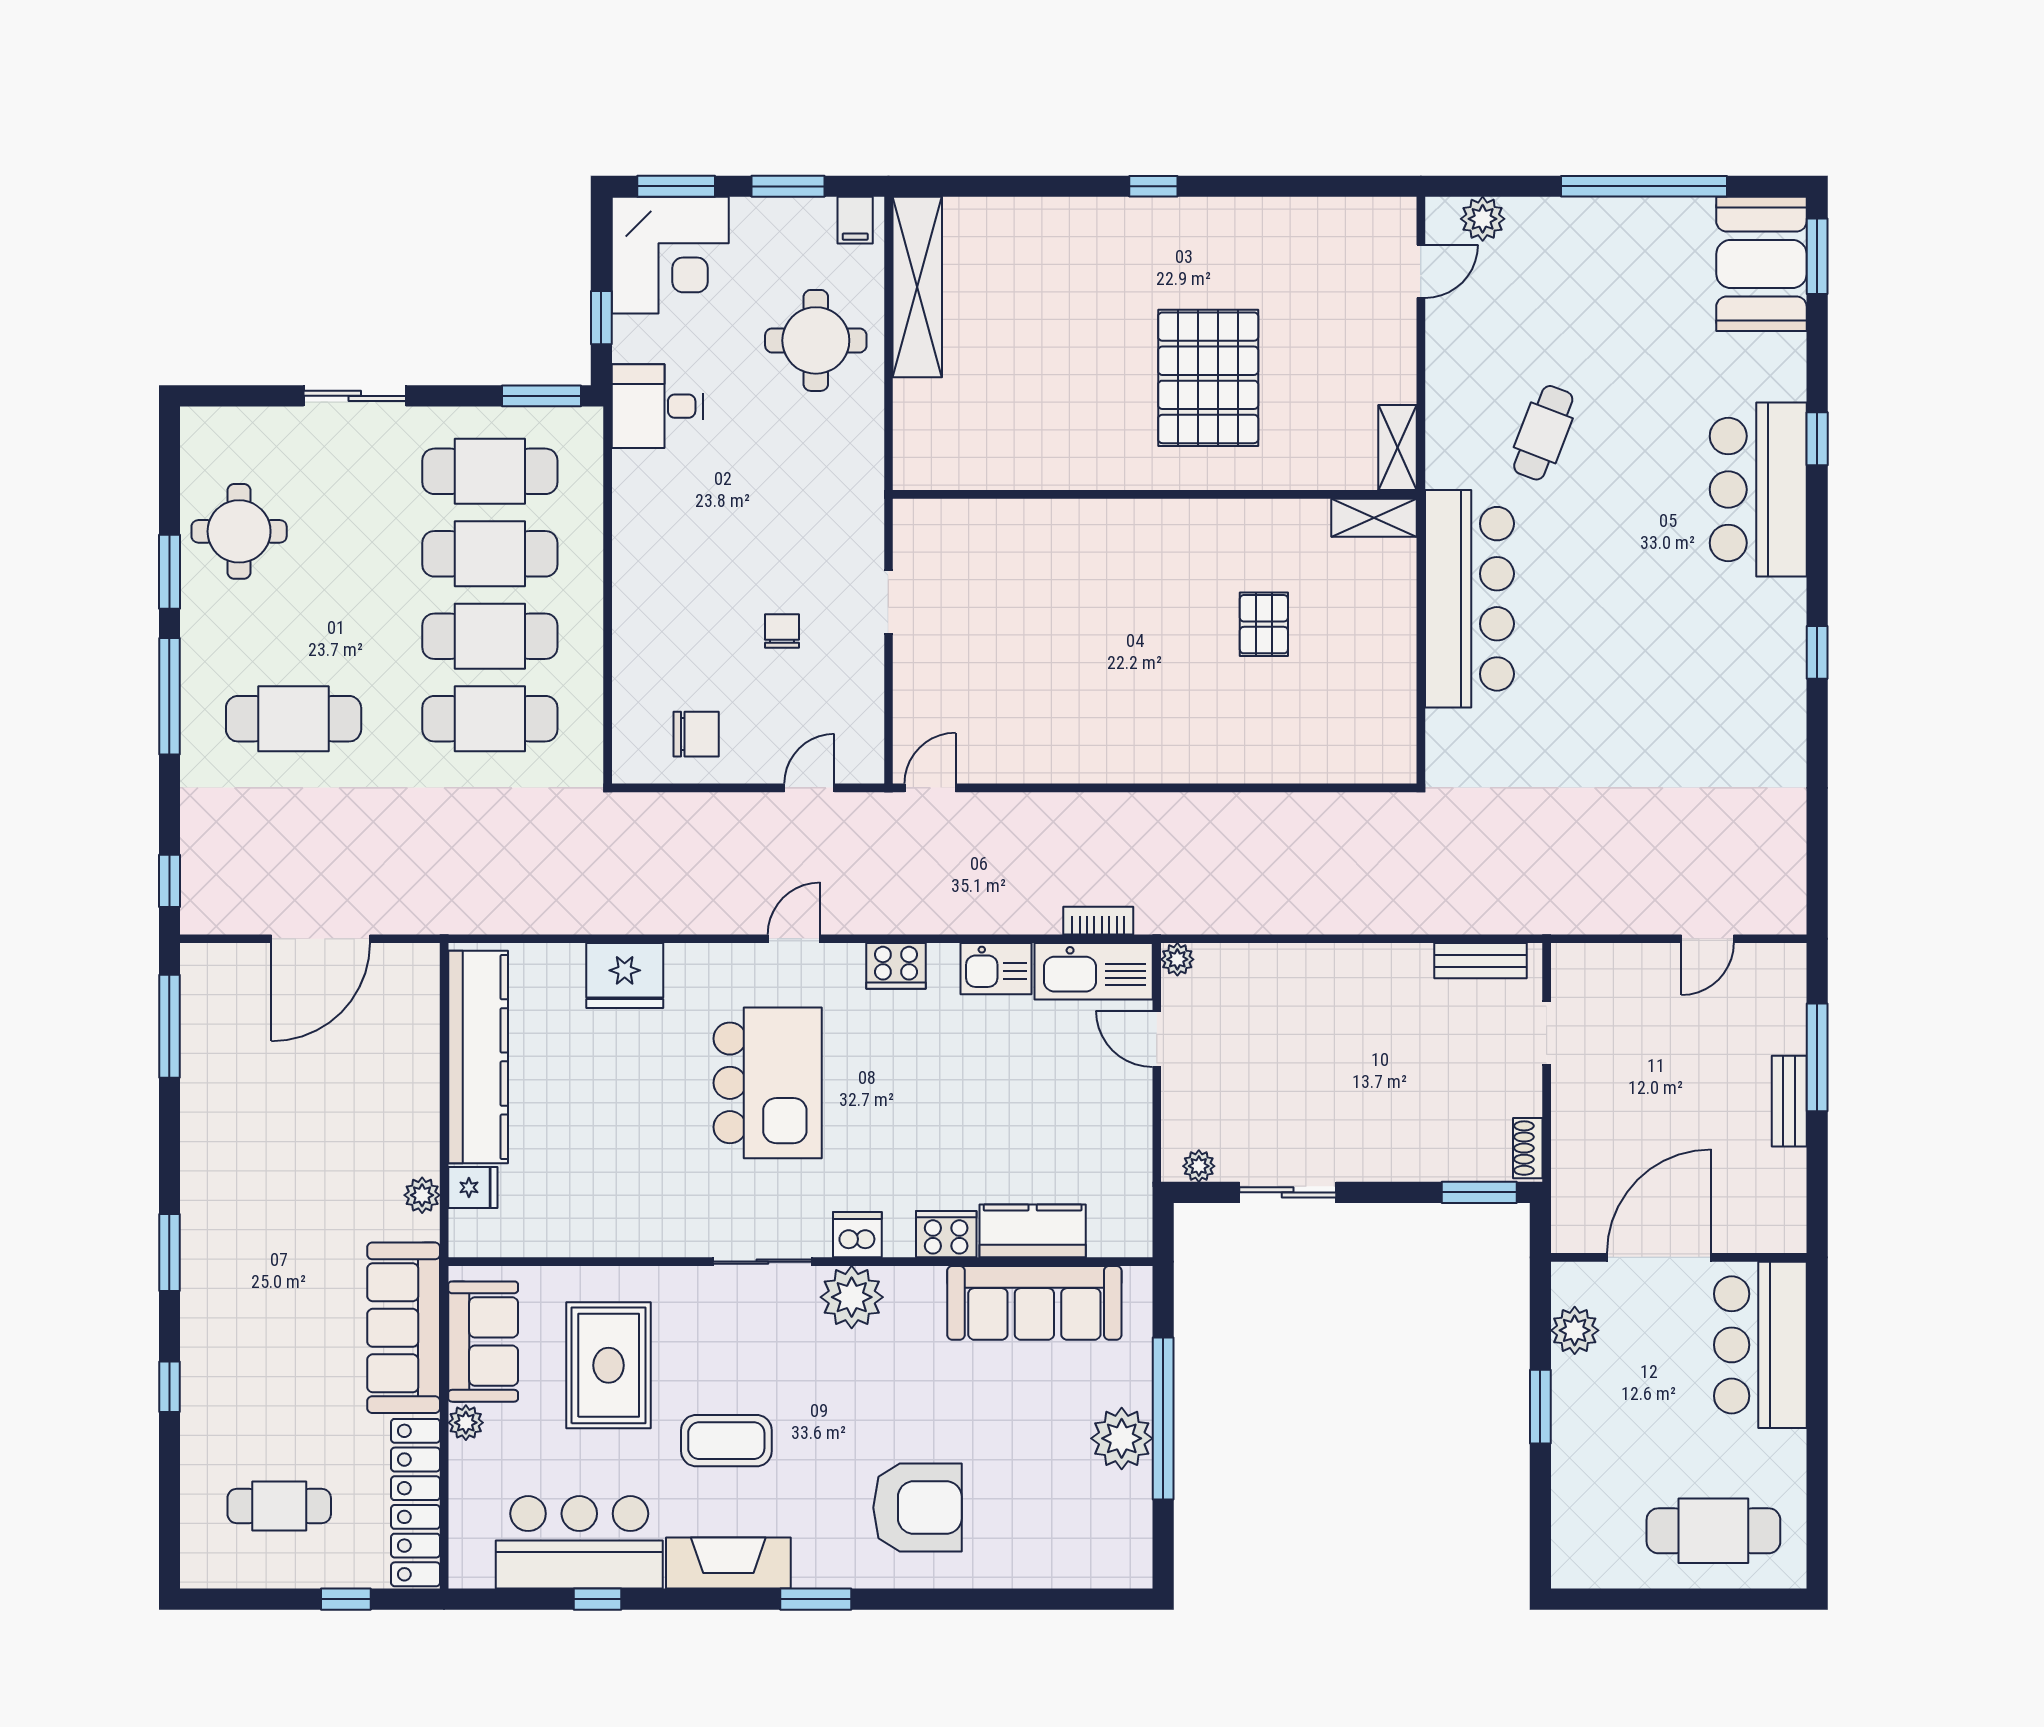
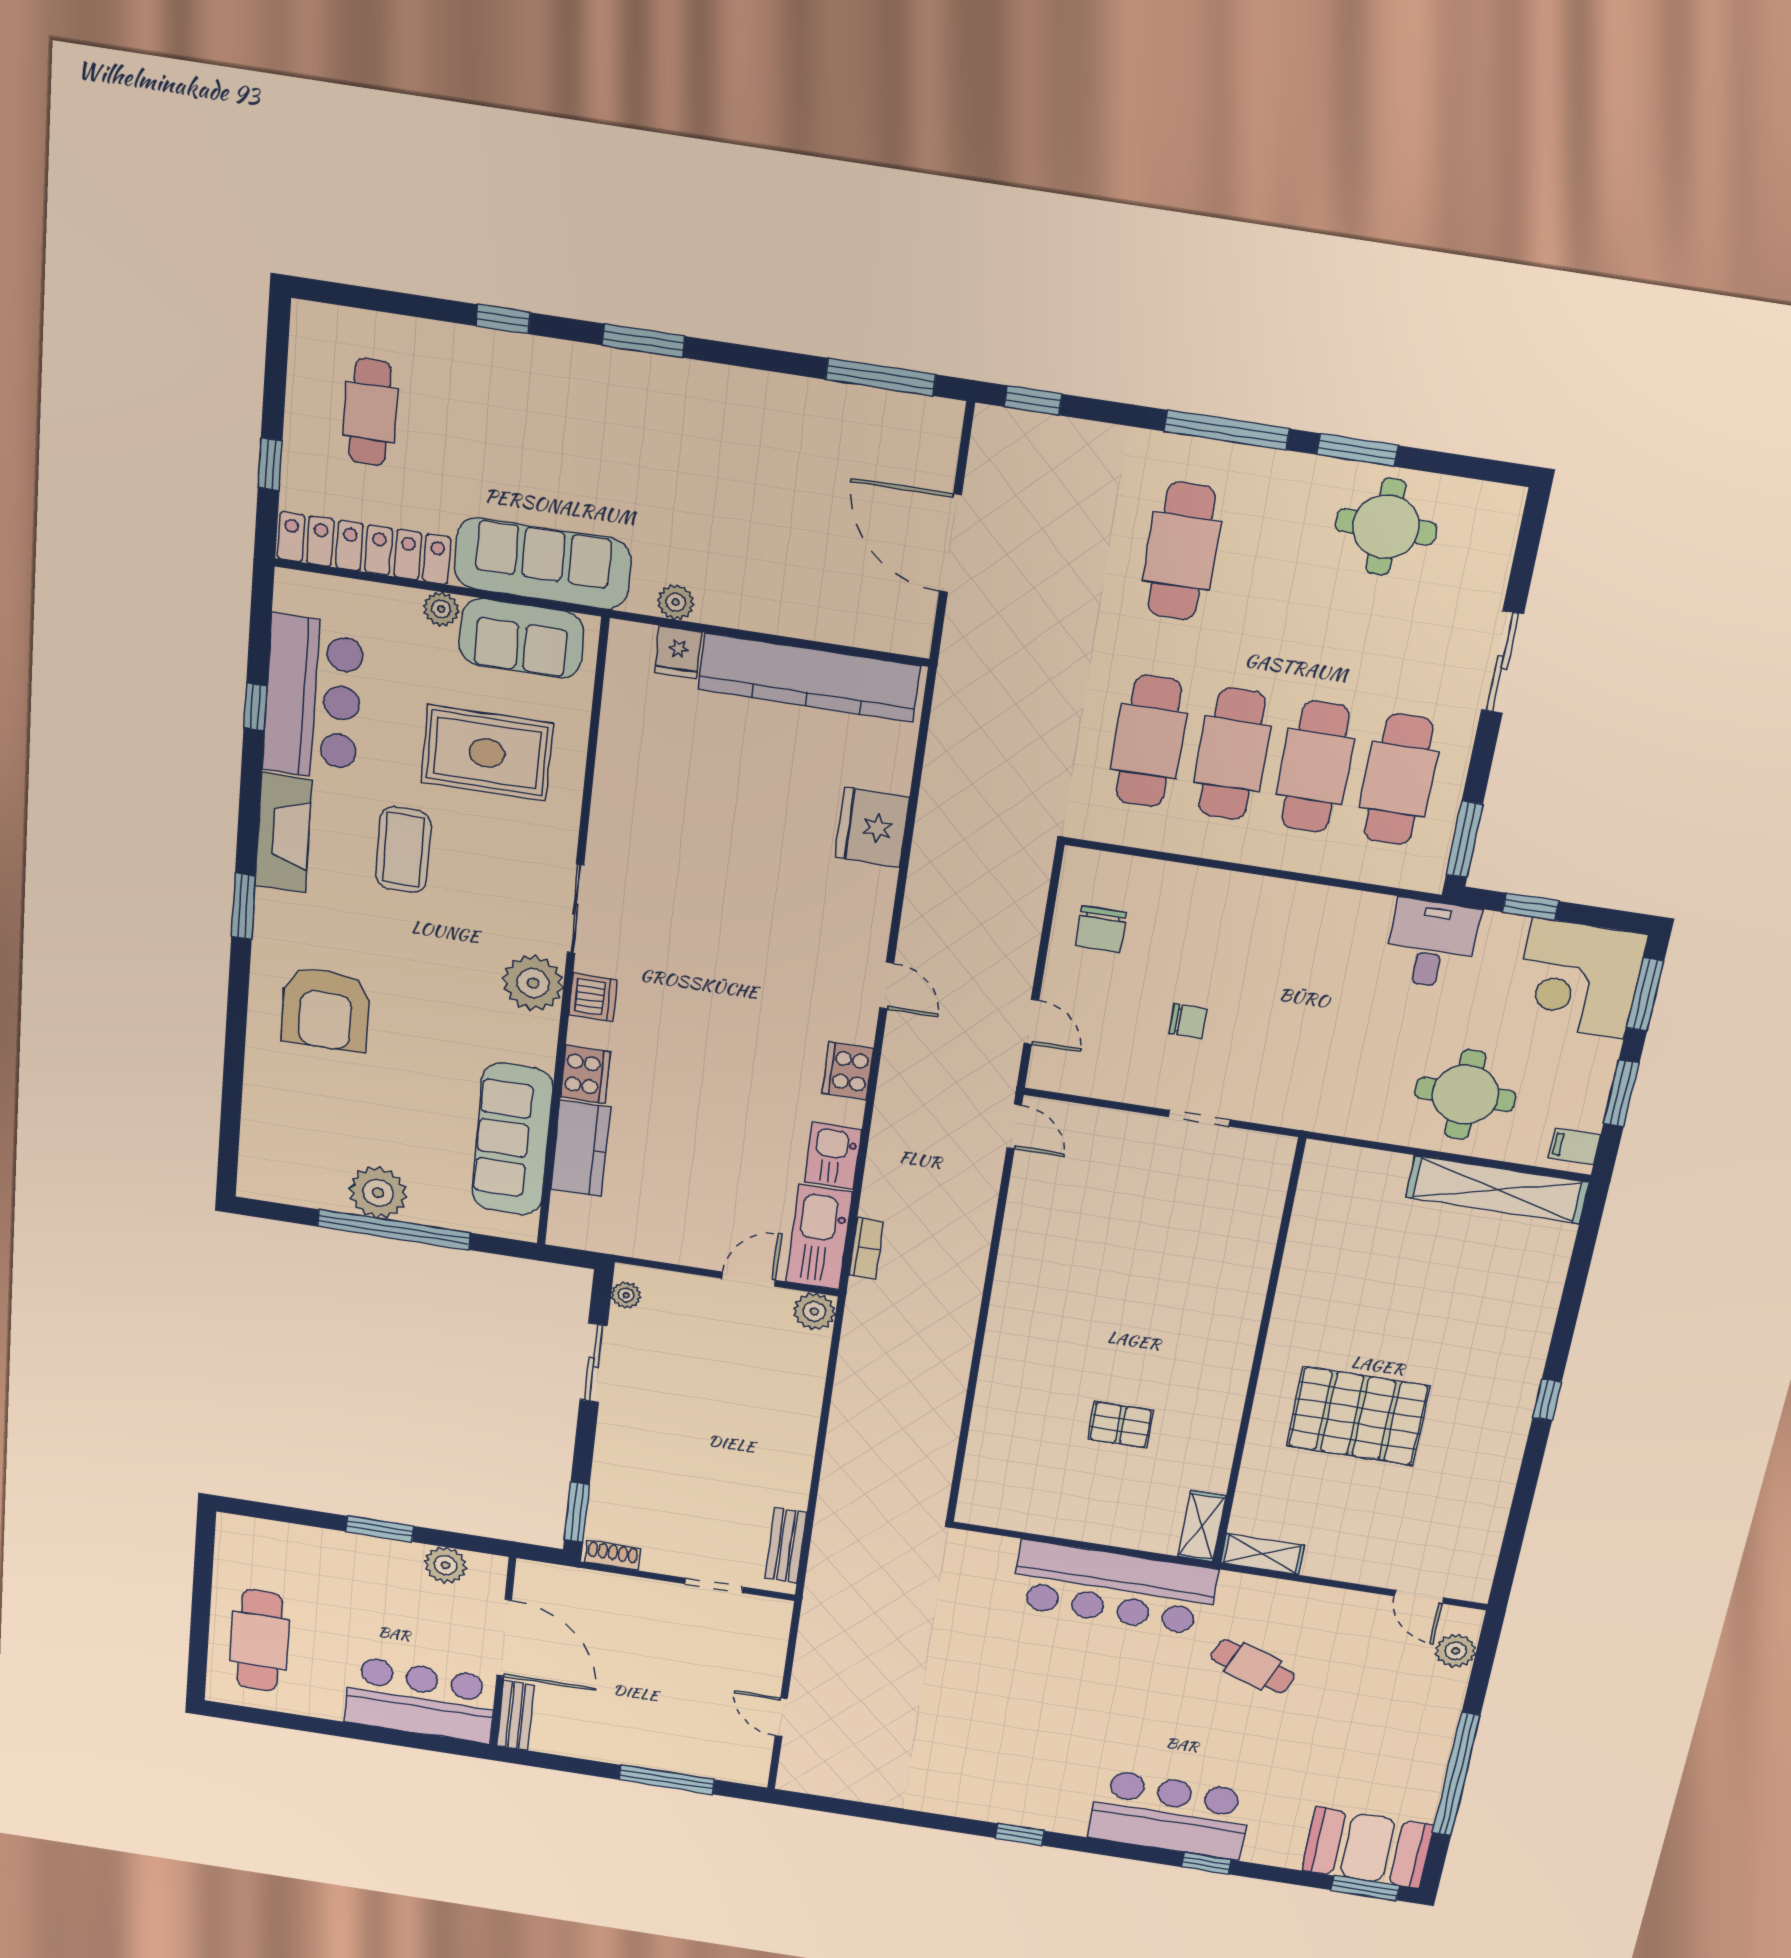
plant: (1177, 959) -> (814, 1311), width x1.38, depth x1.38
kitchen island: (768, 1083) -> (749, 941), removed
bench: (1789, 1101) -> (515, 1715), moved, turned 90

